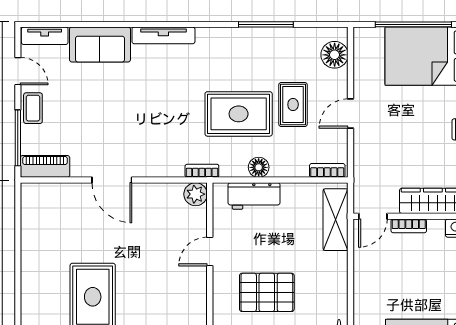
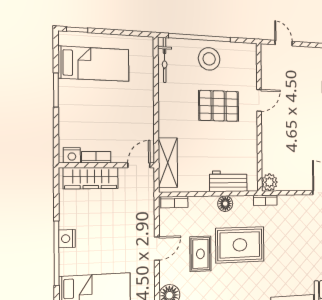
bookcase: (409, 226) -> (96, 157), moved
door: (210, 252) -> (259, 100), moved

